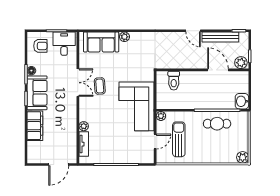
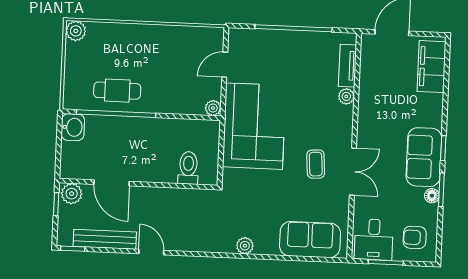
plant: (124, 37) -> (245, 246), moved
double door: (78, 83) -> (353, 172), swing flipped
filing cabinet: (35, 126) -> (432, 67), moved
sun lounger: (179, 139) -> (184, 67), removed

